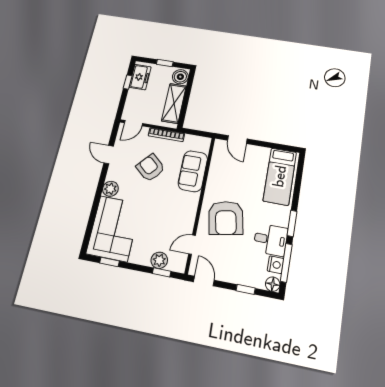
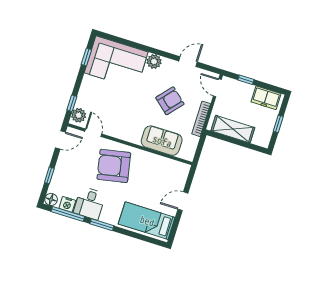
boiler: (180, 77) -> (261, 138), removed
window: (128, 82) -> (246, 80), moved
door: (237, 140) -> (183, 201), moved
plant: (159, 260) -> (79, 115), moved

